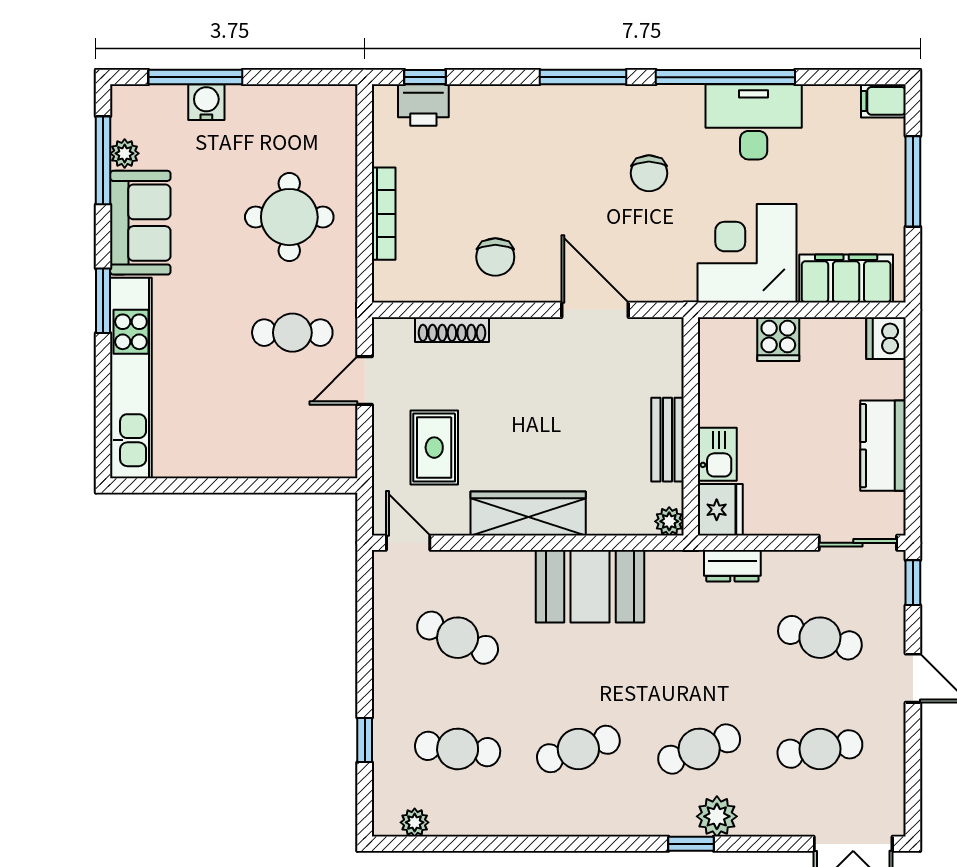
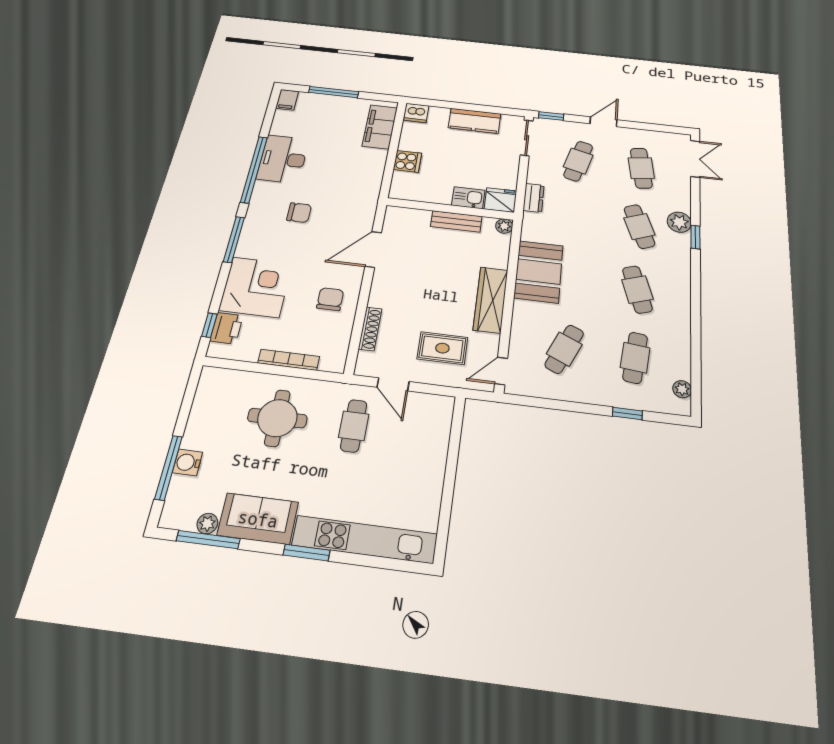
corner desk: (747, 253) -> (256, 287), moved, turned 180
chair: (495, 257) -> (330, 299), turned -90

